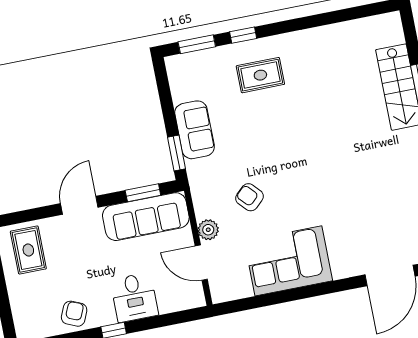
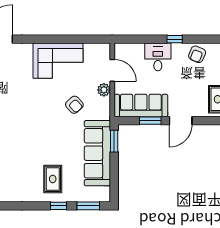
rug: (260, 75) -> (53, 179), turned 90
sofa: (195, 130) -> (97, 153), width x1.85, depth x1.27
window: (143, 193) -> (150, 121), moved

